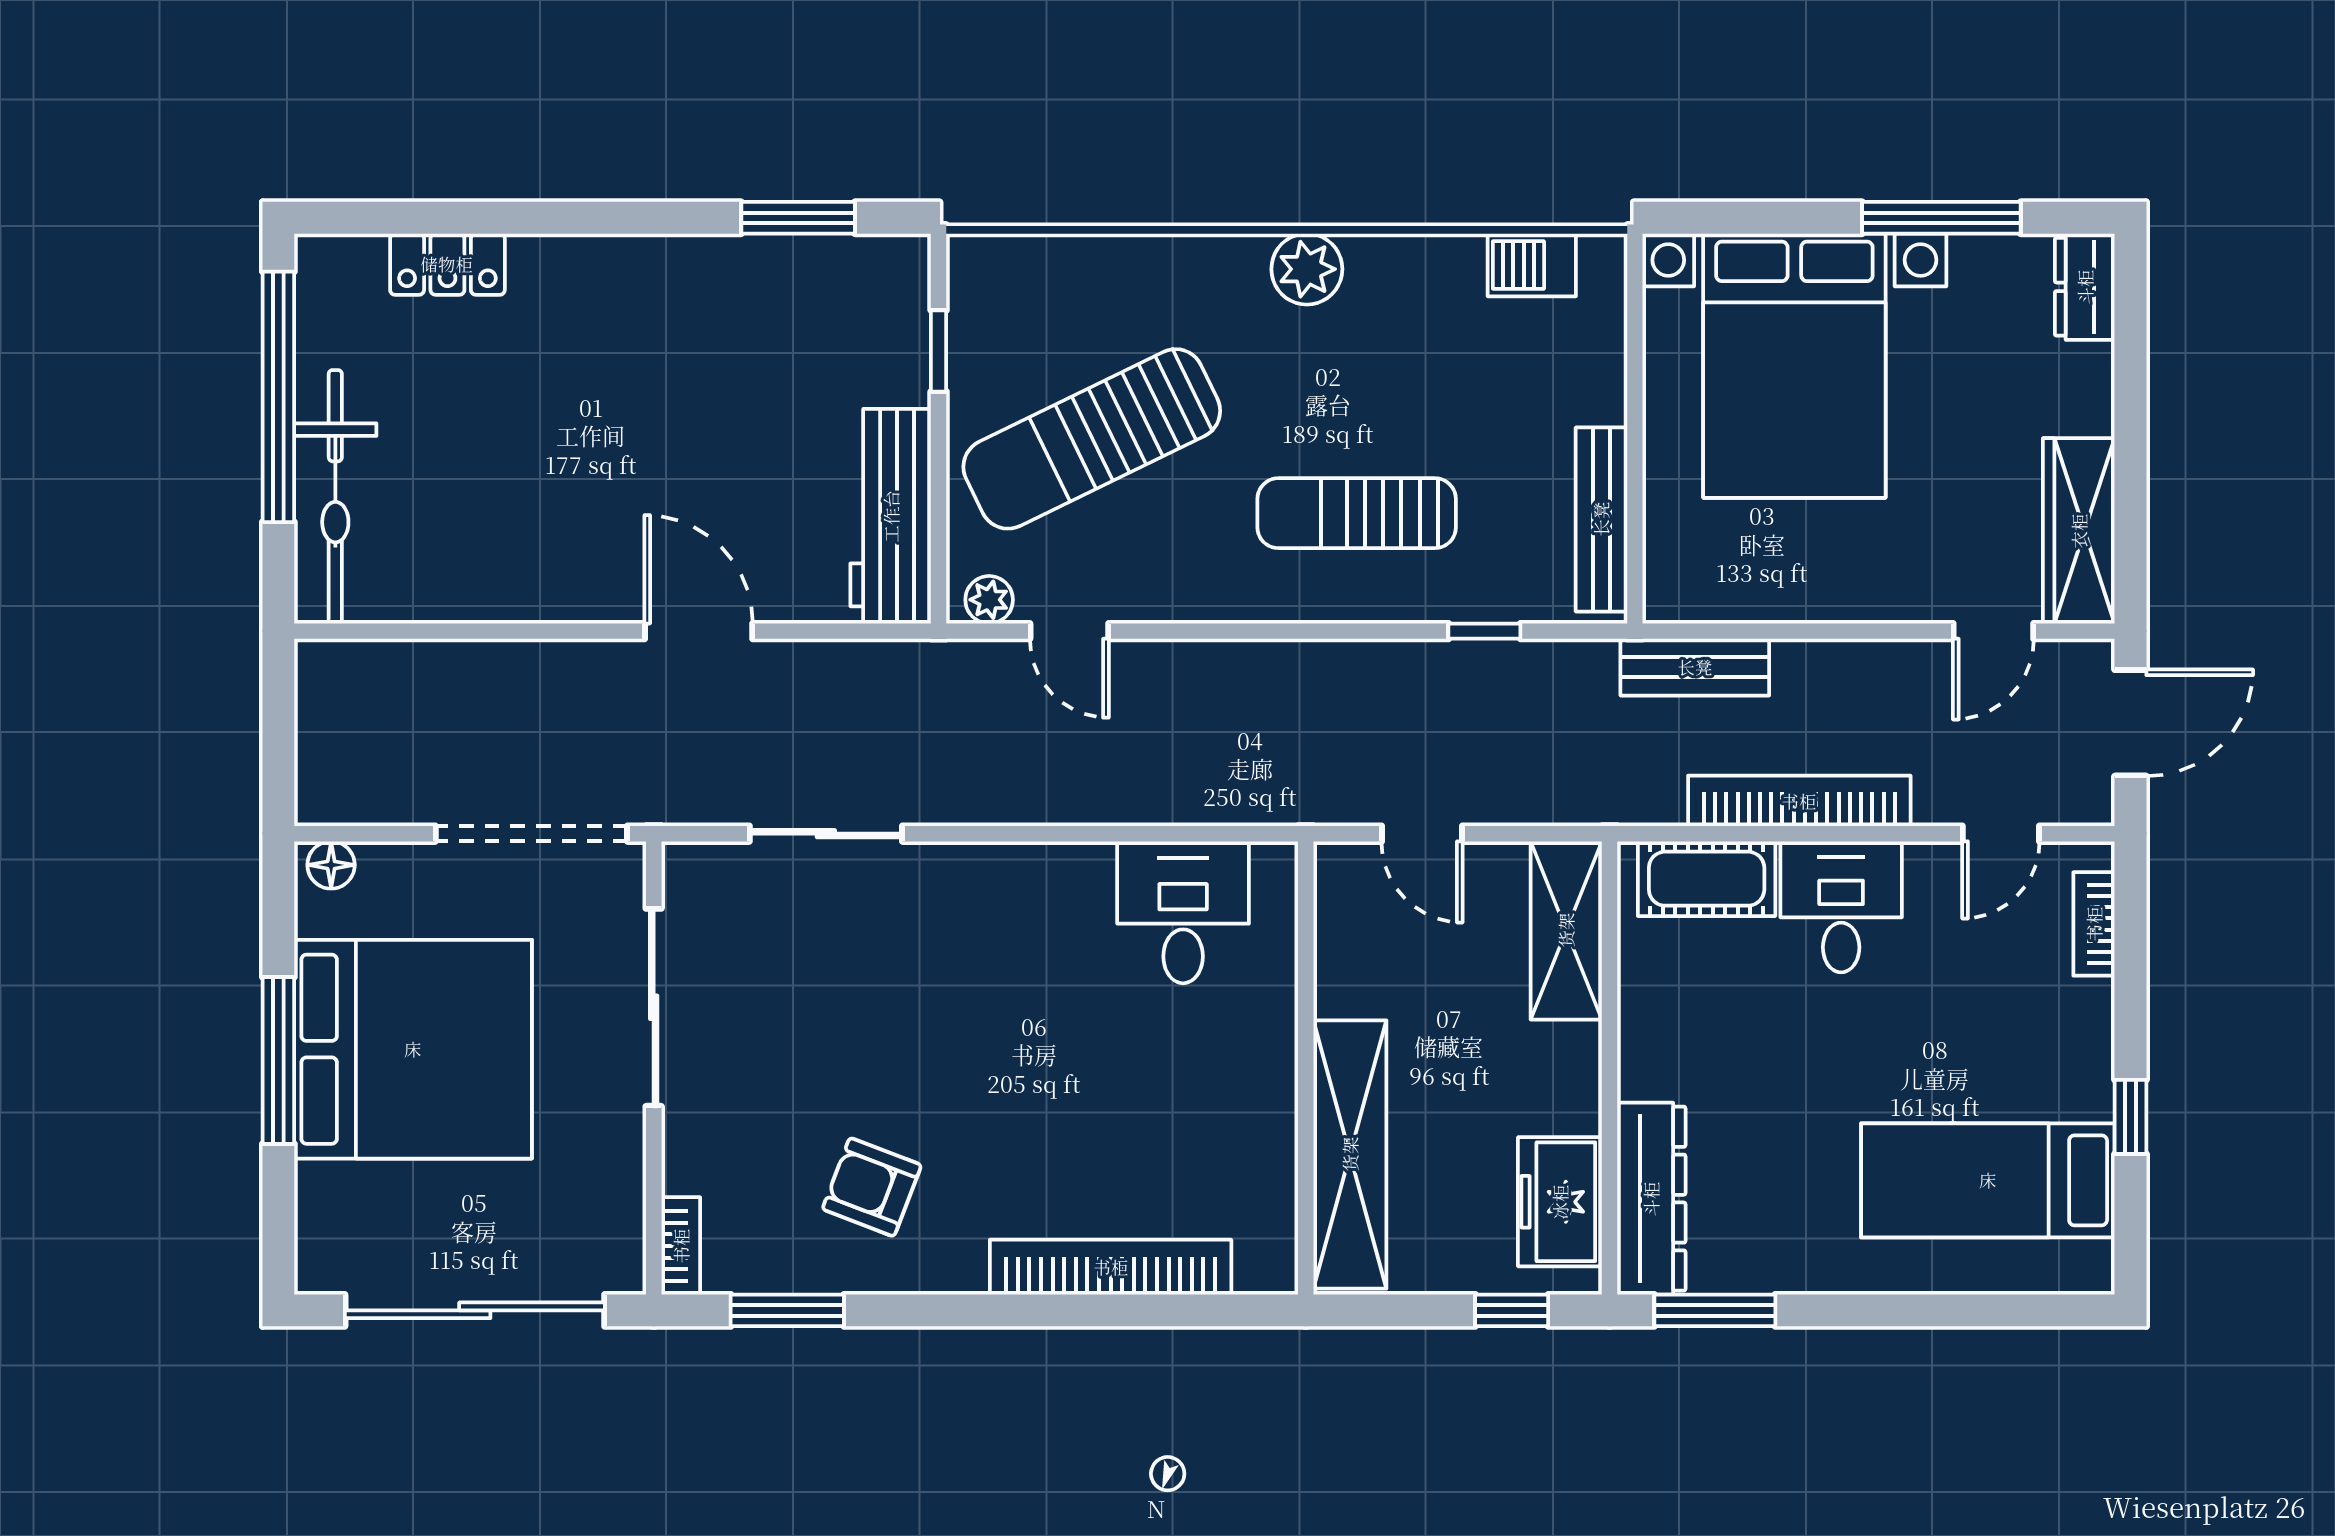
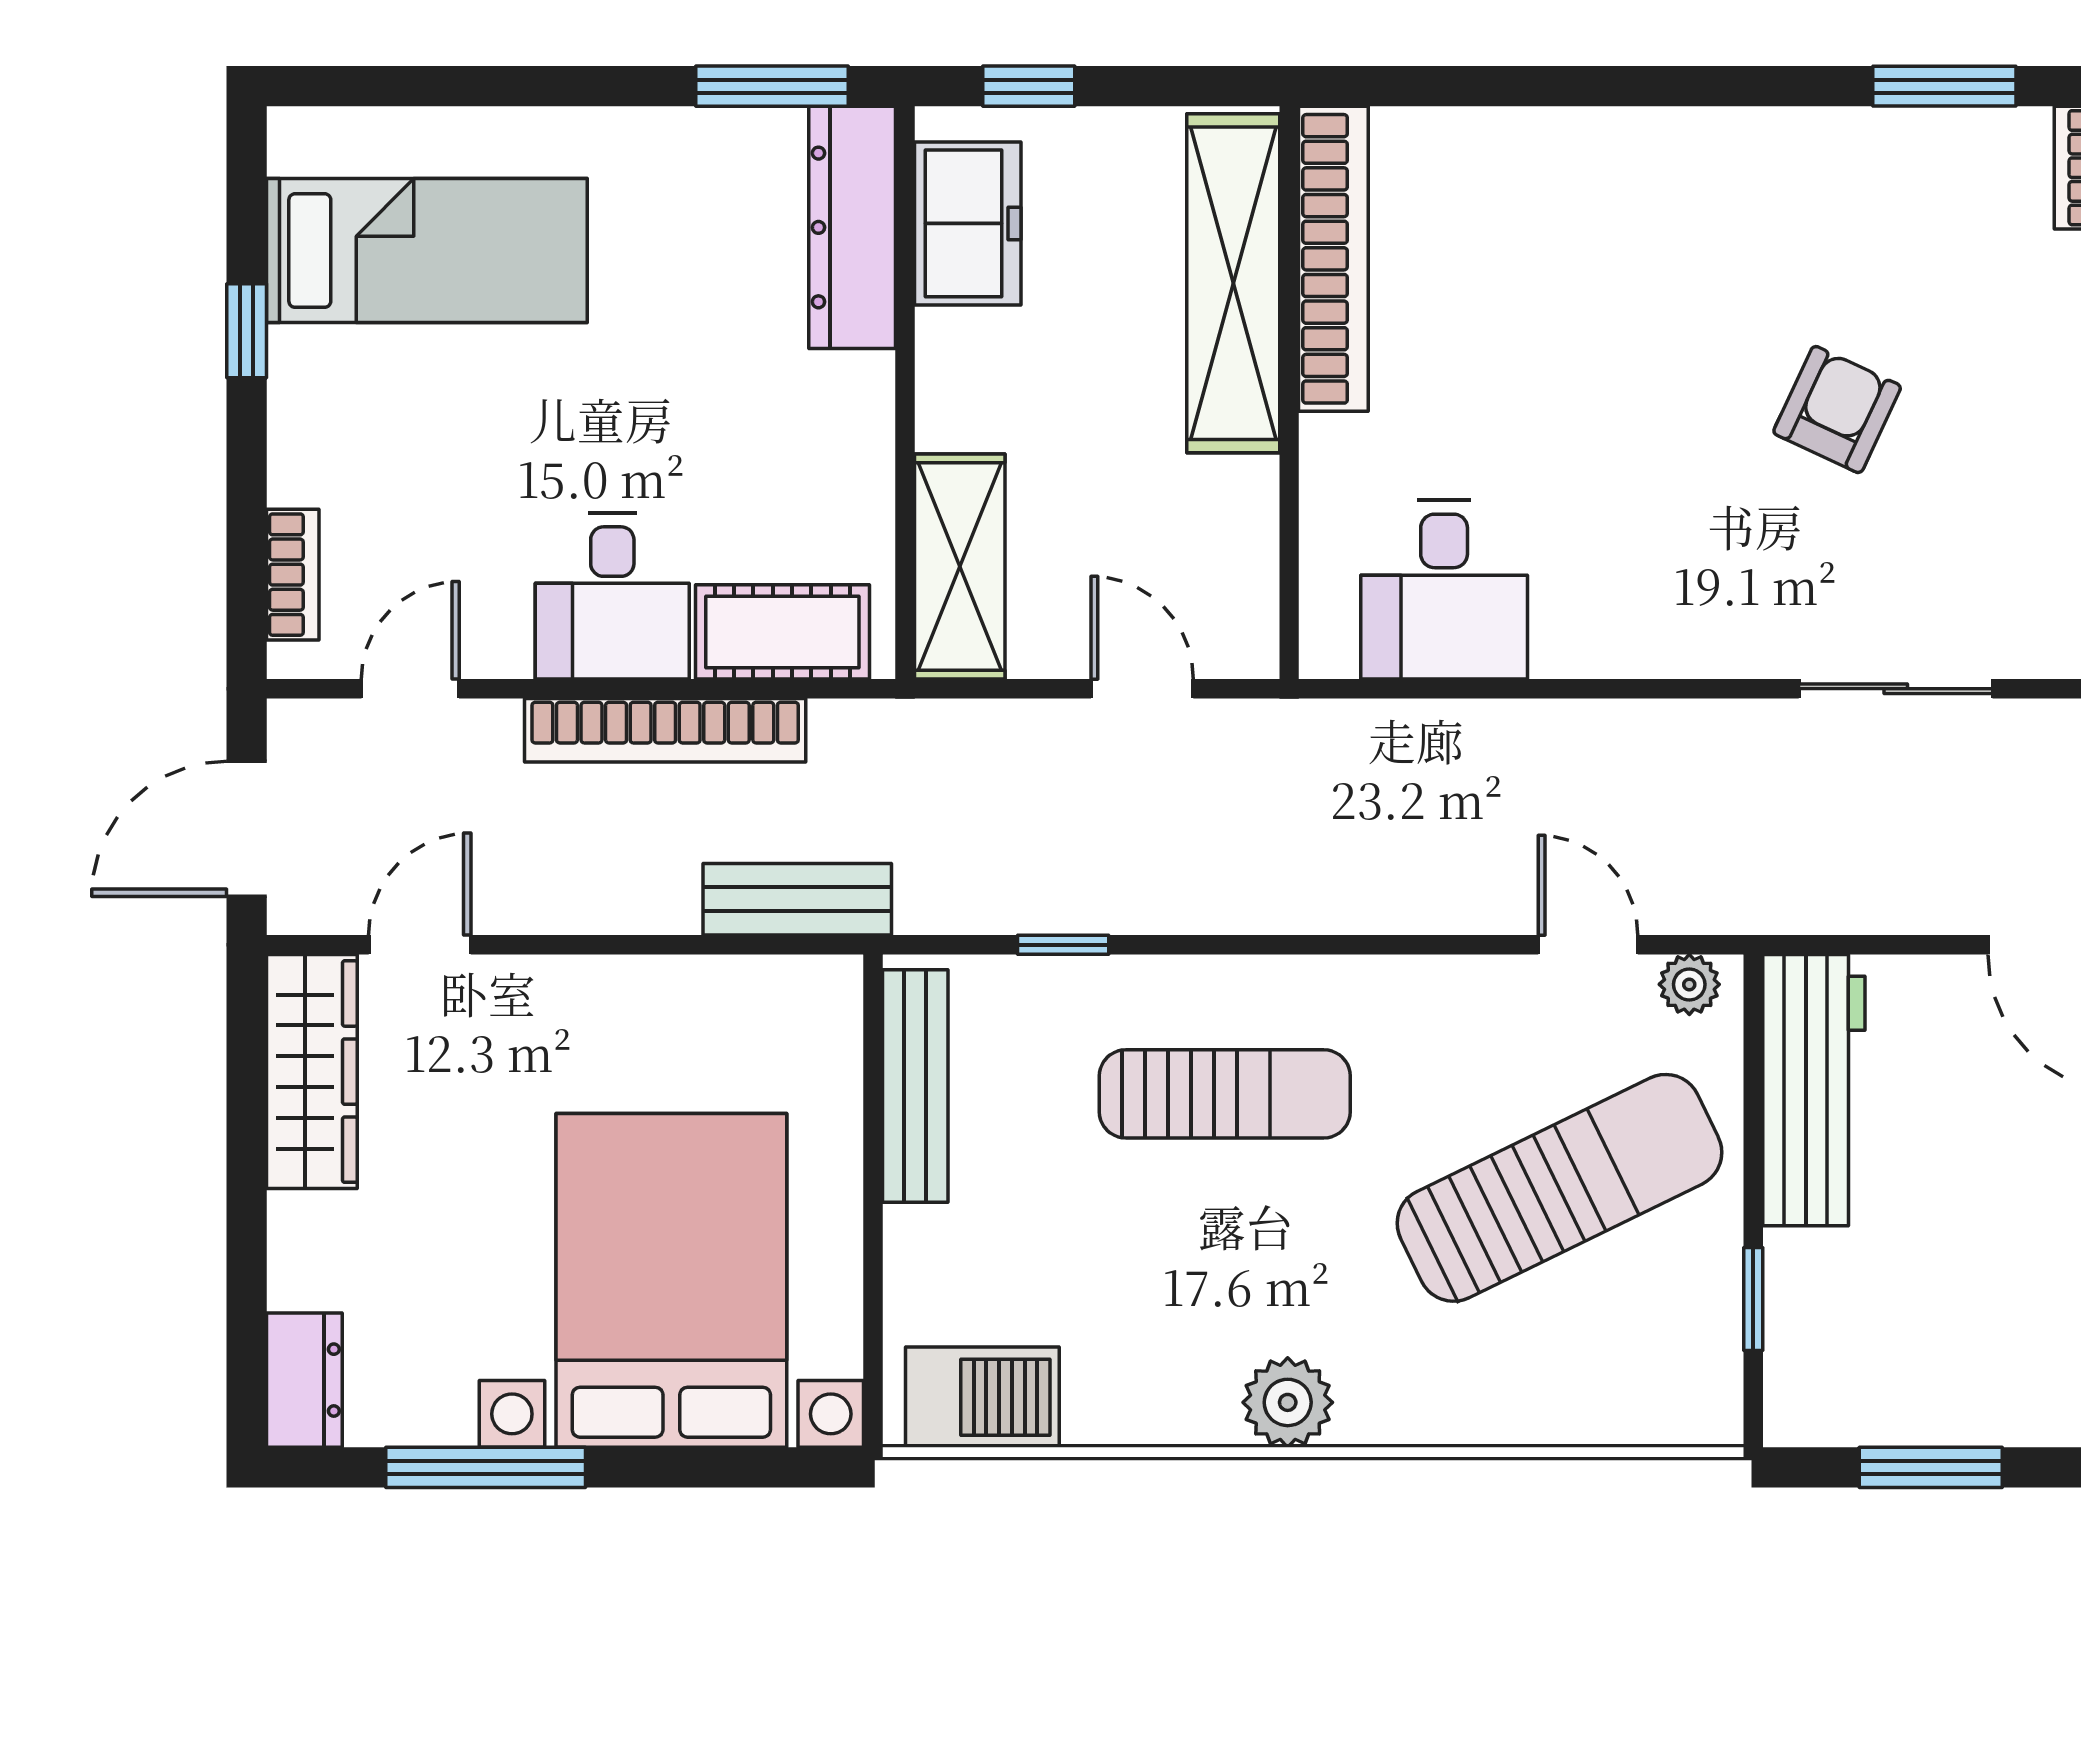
barbecue: (1532, 265) -> (982, 1397), width x1.38, depth x1.27
armchair: (872, 1187) -> (1837, 410), moved, turned -86
bookcase: (1111, 1267) -> (1333, 259), moved, turned -90

